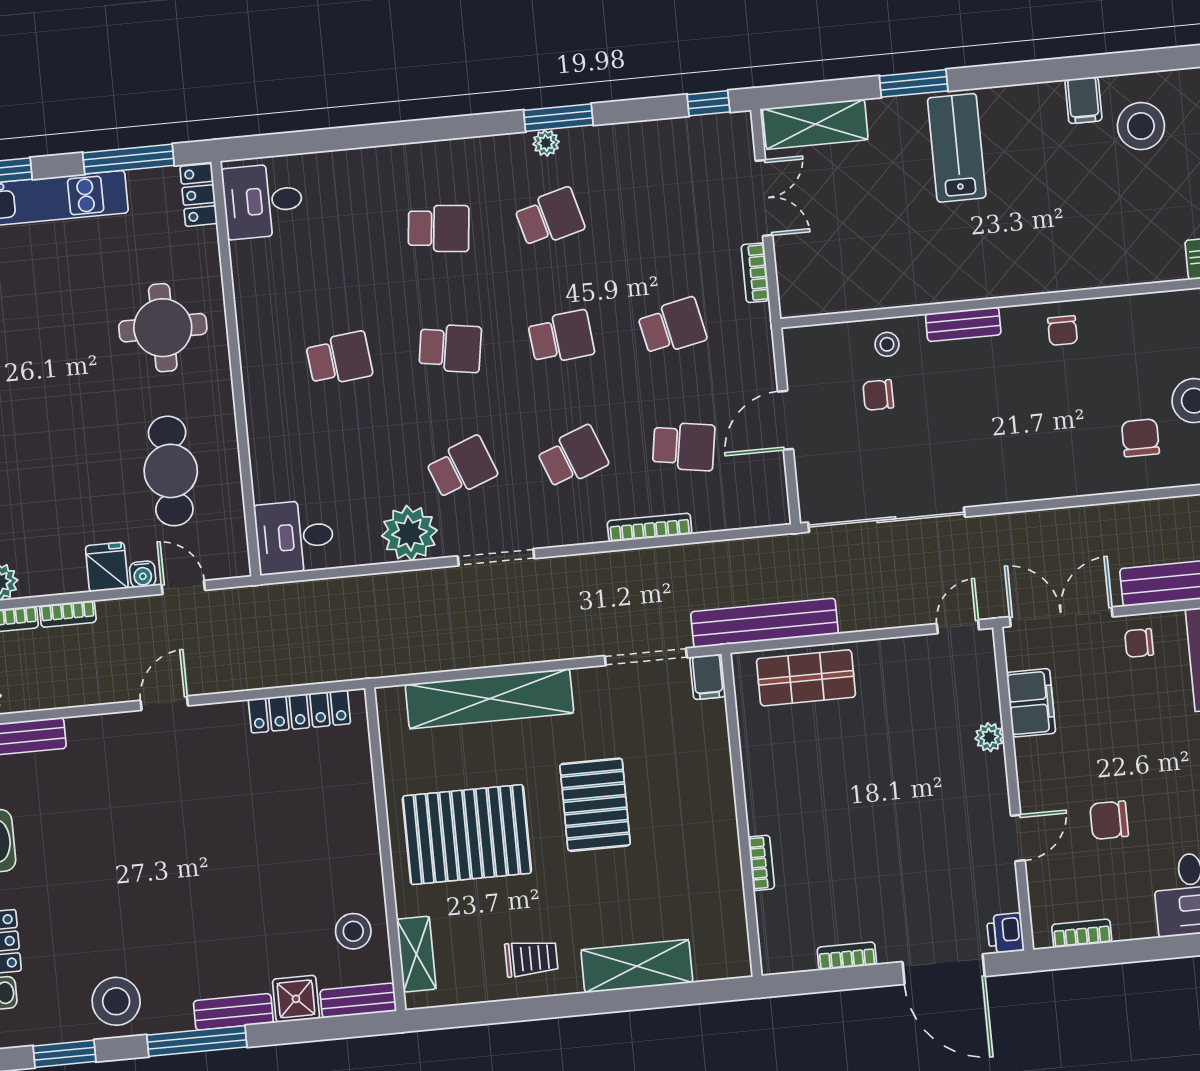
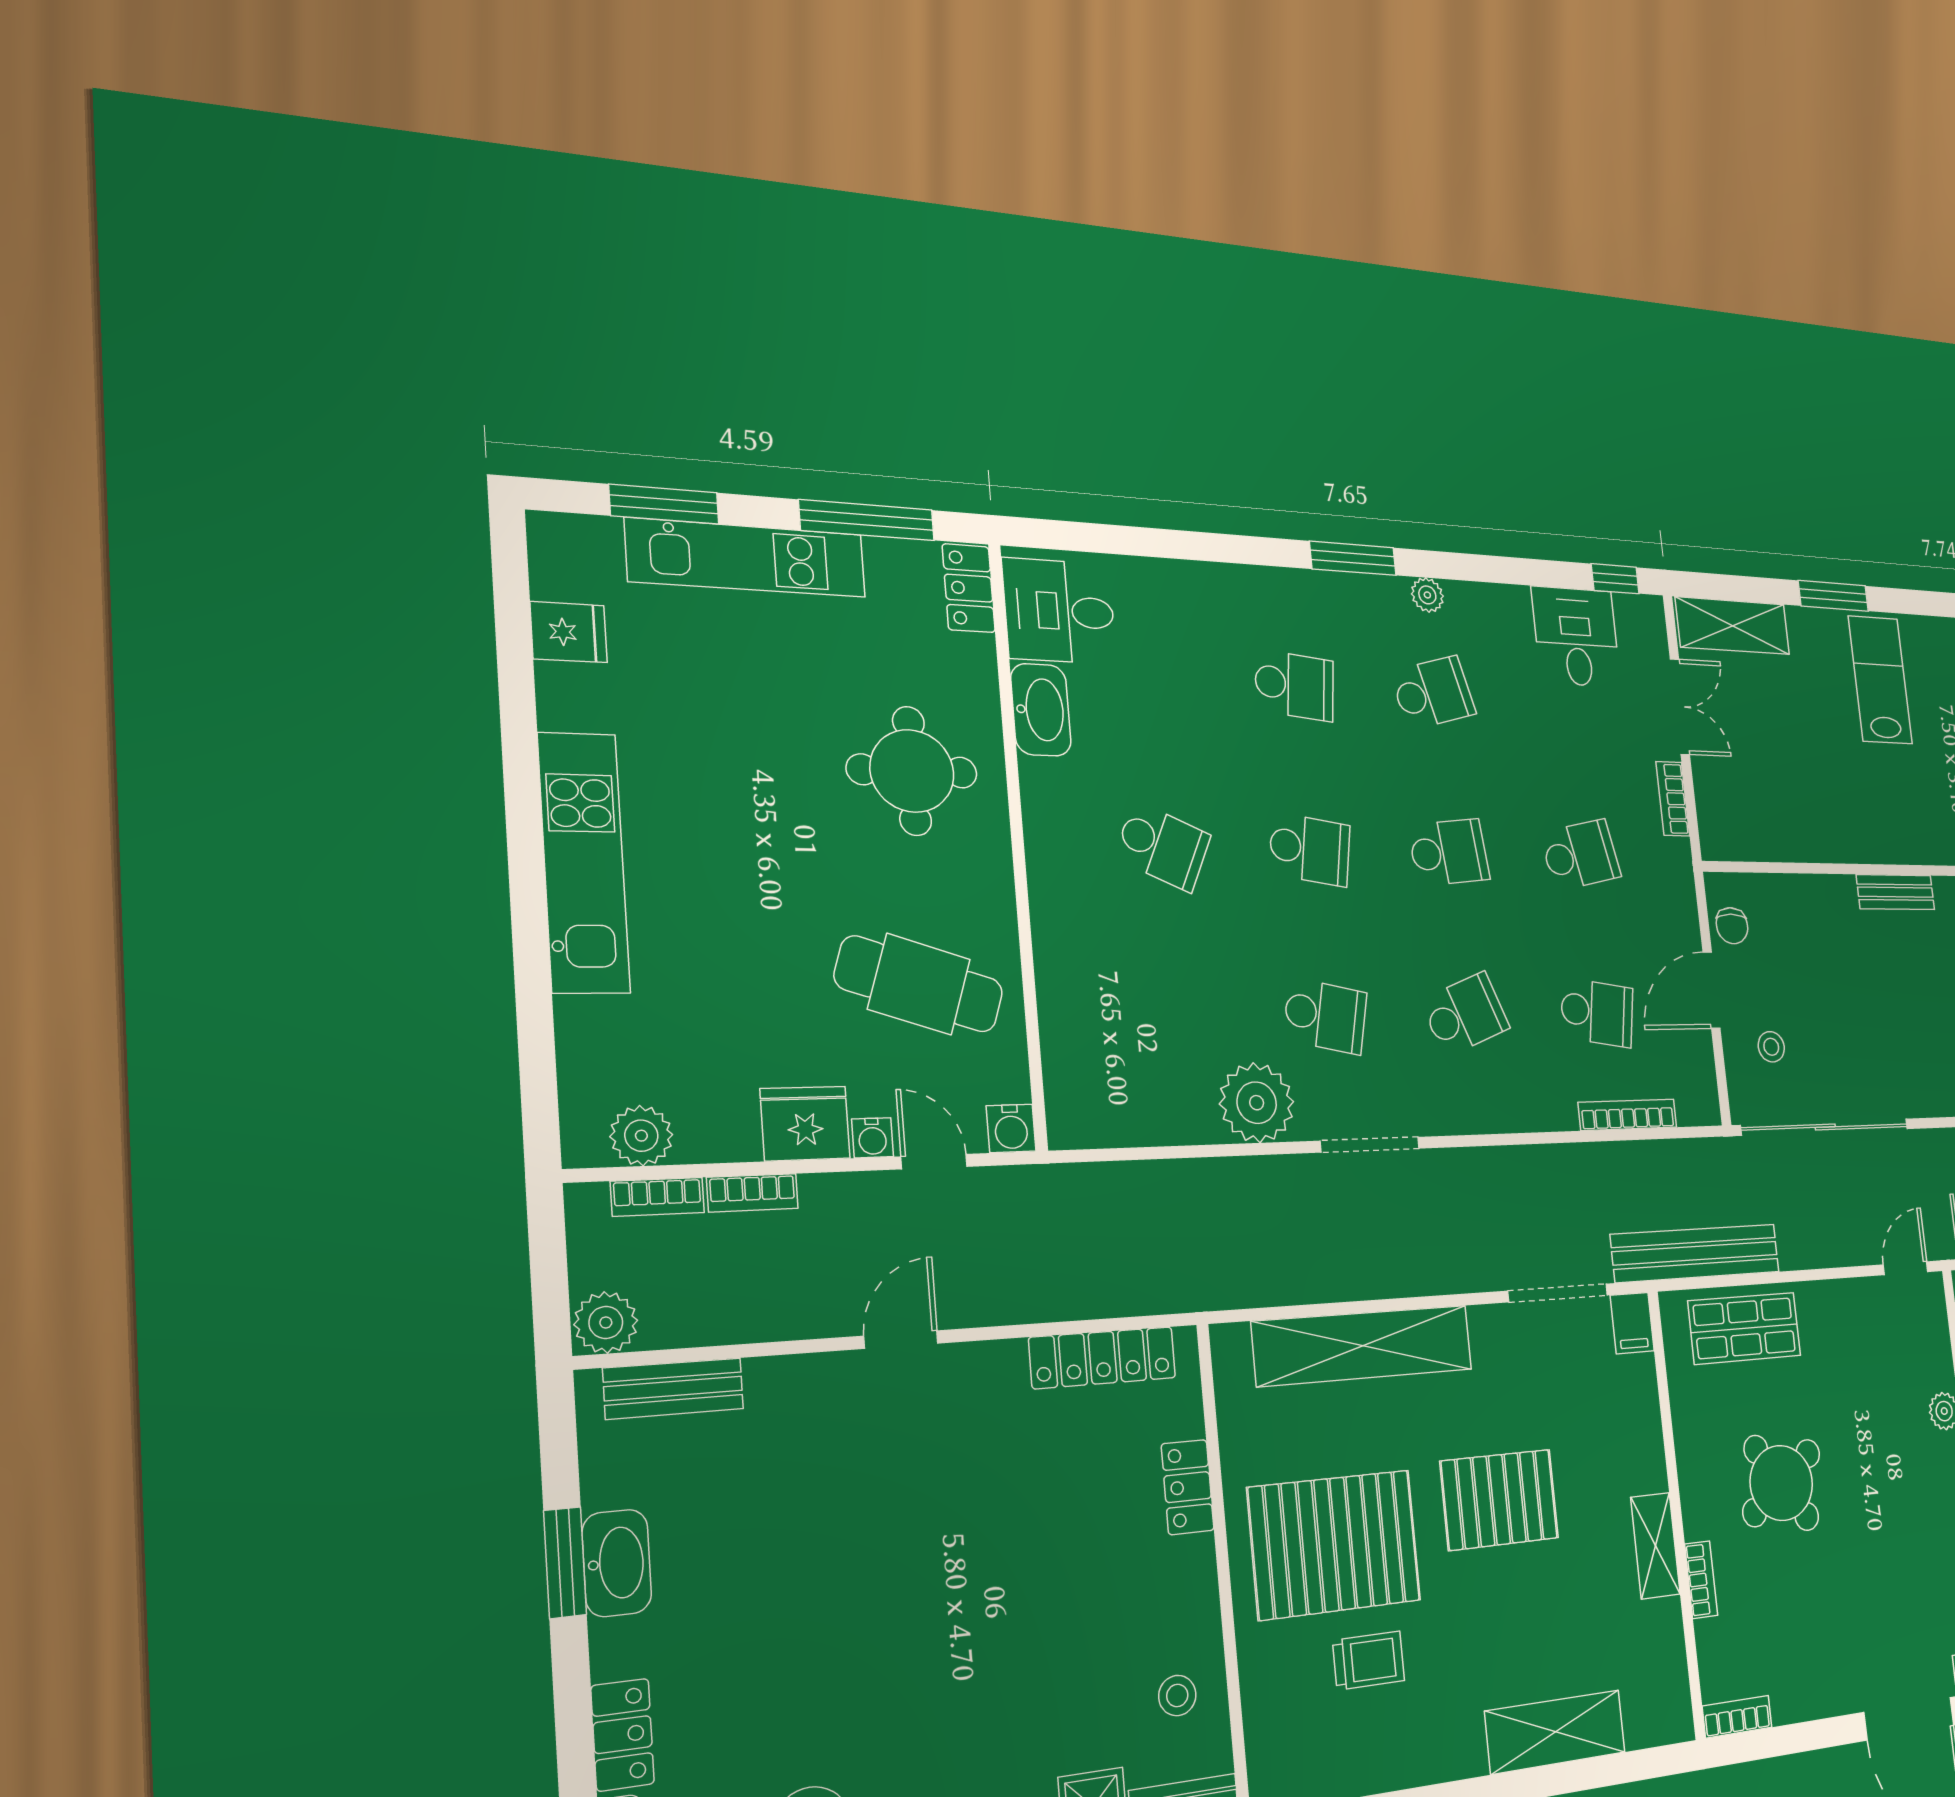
window: (558, 118) -> (1353, 558), moved
washbasin: (251, 273) -> (1041, 710), added
stool: (887, 344) -> (1771, 1047), moved
school desk: (339, 359) -> (1163, 846), turned 30
chair: (878, 395) -> (1732, 926), moved, turned -90
school desk: (462, 468) -> (1325, 1016), turned 33
cafe table: (171, 471) -> (919, 984), turned -72
bookcase: (650, 527) -> (1628, 1115), moved
desk: (295, 537) -> (1576, 637), moved, turned 90
water cooler: (234, 562) -> (1011, 1128), added
fridge: (107, 567) -> (805, 1124), width x1.38
round table: (835, 793) -> (1781, 1483), added
locker: (360, 796) -> (1188, 1487), added
pallet: (595, 805) -> (1499, 1500), turned 90
stool: (353, 931) -> (1177, 1696), width x0.73, depth x0.73
shelving: (416, 954) -> (1655, 1546), moved
bookcase: (847, 956) -> (1737, 1717), moved
trolley: (531, 958) -> (1369, 1661), moved

